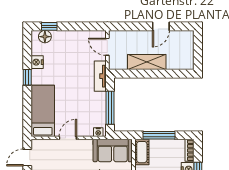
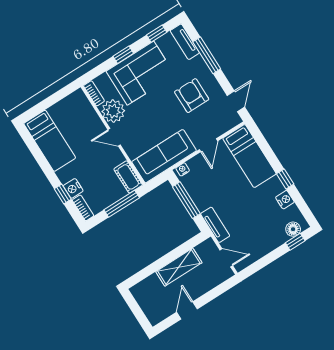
sofa: (113, 151) -> (164, 156), width x1.36

